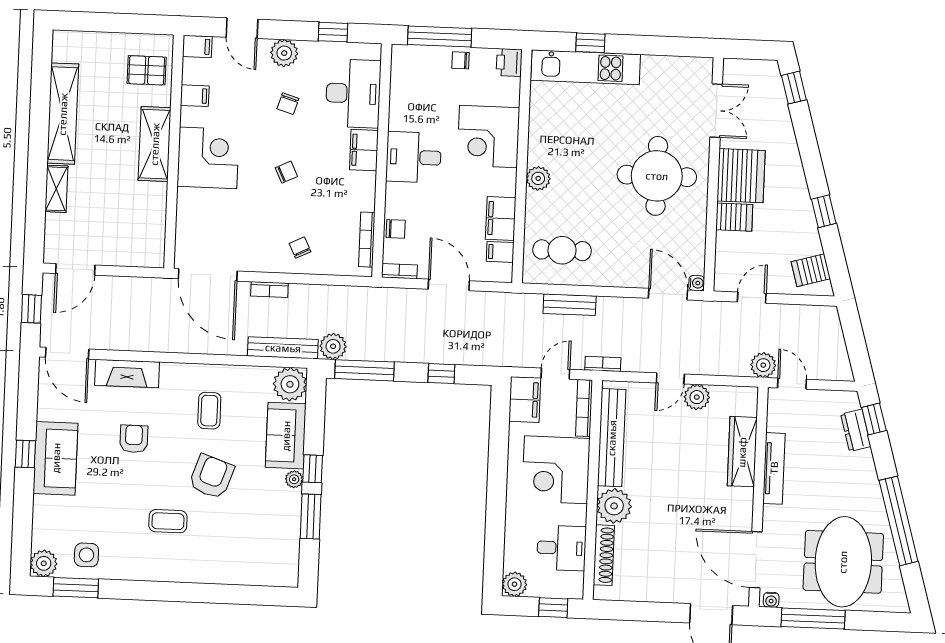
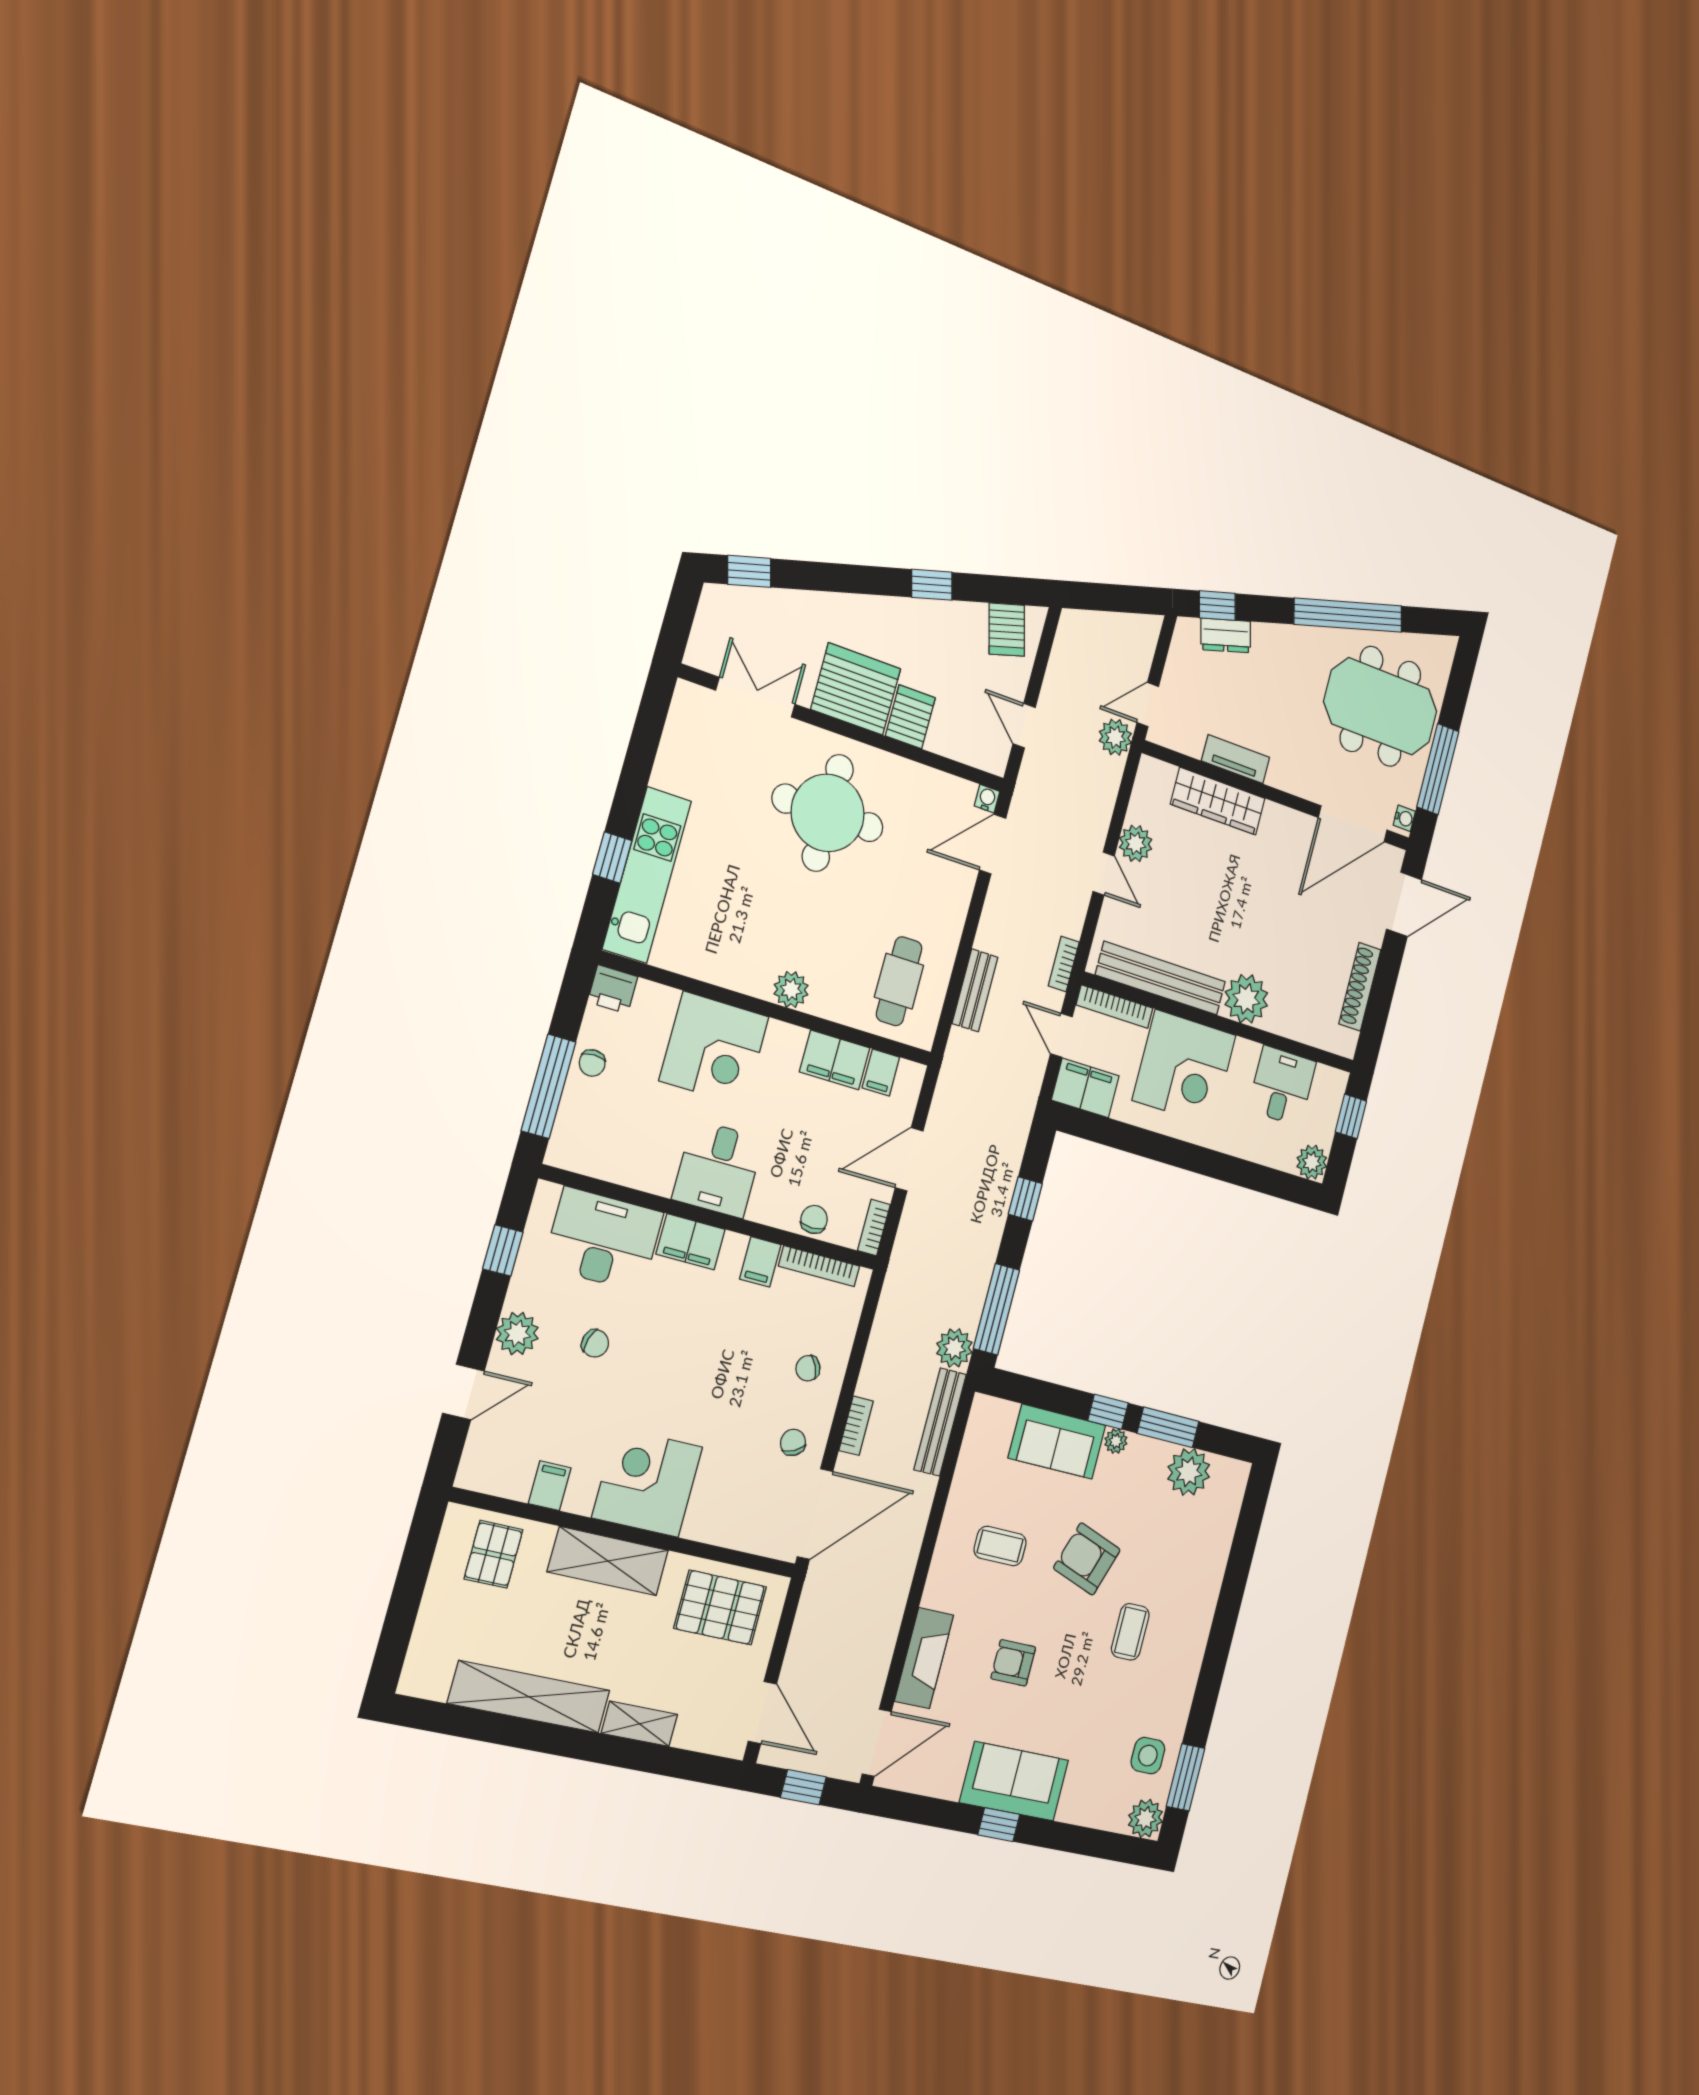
filing cabinet: (197, 46) -> (760, 1262), moved, turned 180
chair: (286, 172) -> (793, 1442), moved
pallet: (138, 225) -> (720, 1607), added
plant: (290, 384) -> (1189, 1472), moved
tv unit: (774, 468) -> (1236, 759), width x0.71
shoe rack: (604, 555) -> (1360, 987), moved, turned -90

